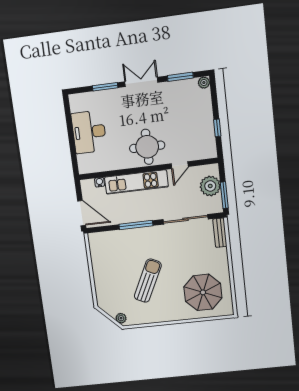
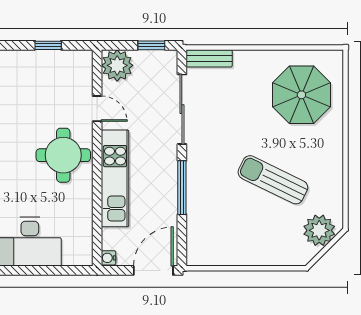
water cooler: (100, 182) -> (108, 258), moved
plant: (210, 186) -> (117, 65), moved
window: (224, 195) -> (151, 45), width x0.67
plant: (121, 318) -> (319, 230), width x1.88, depth x1.88

